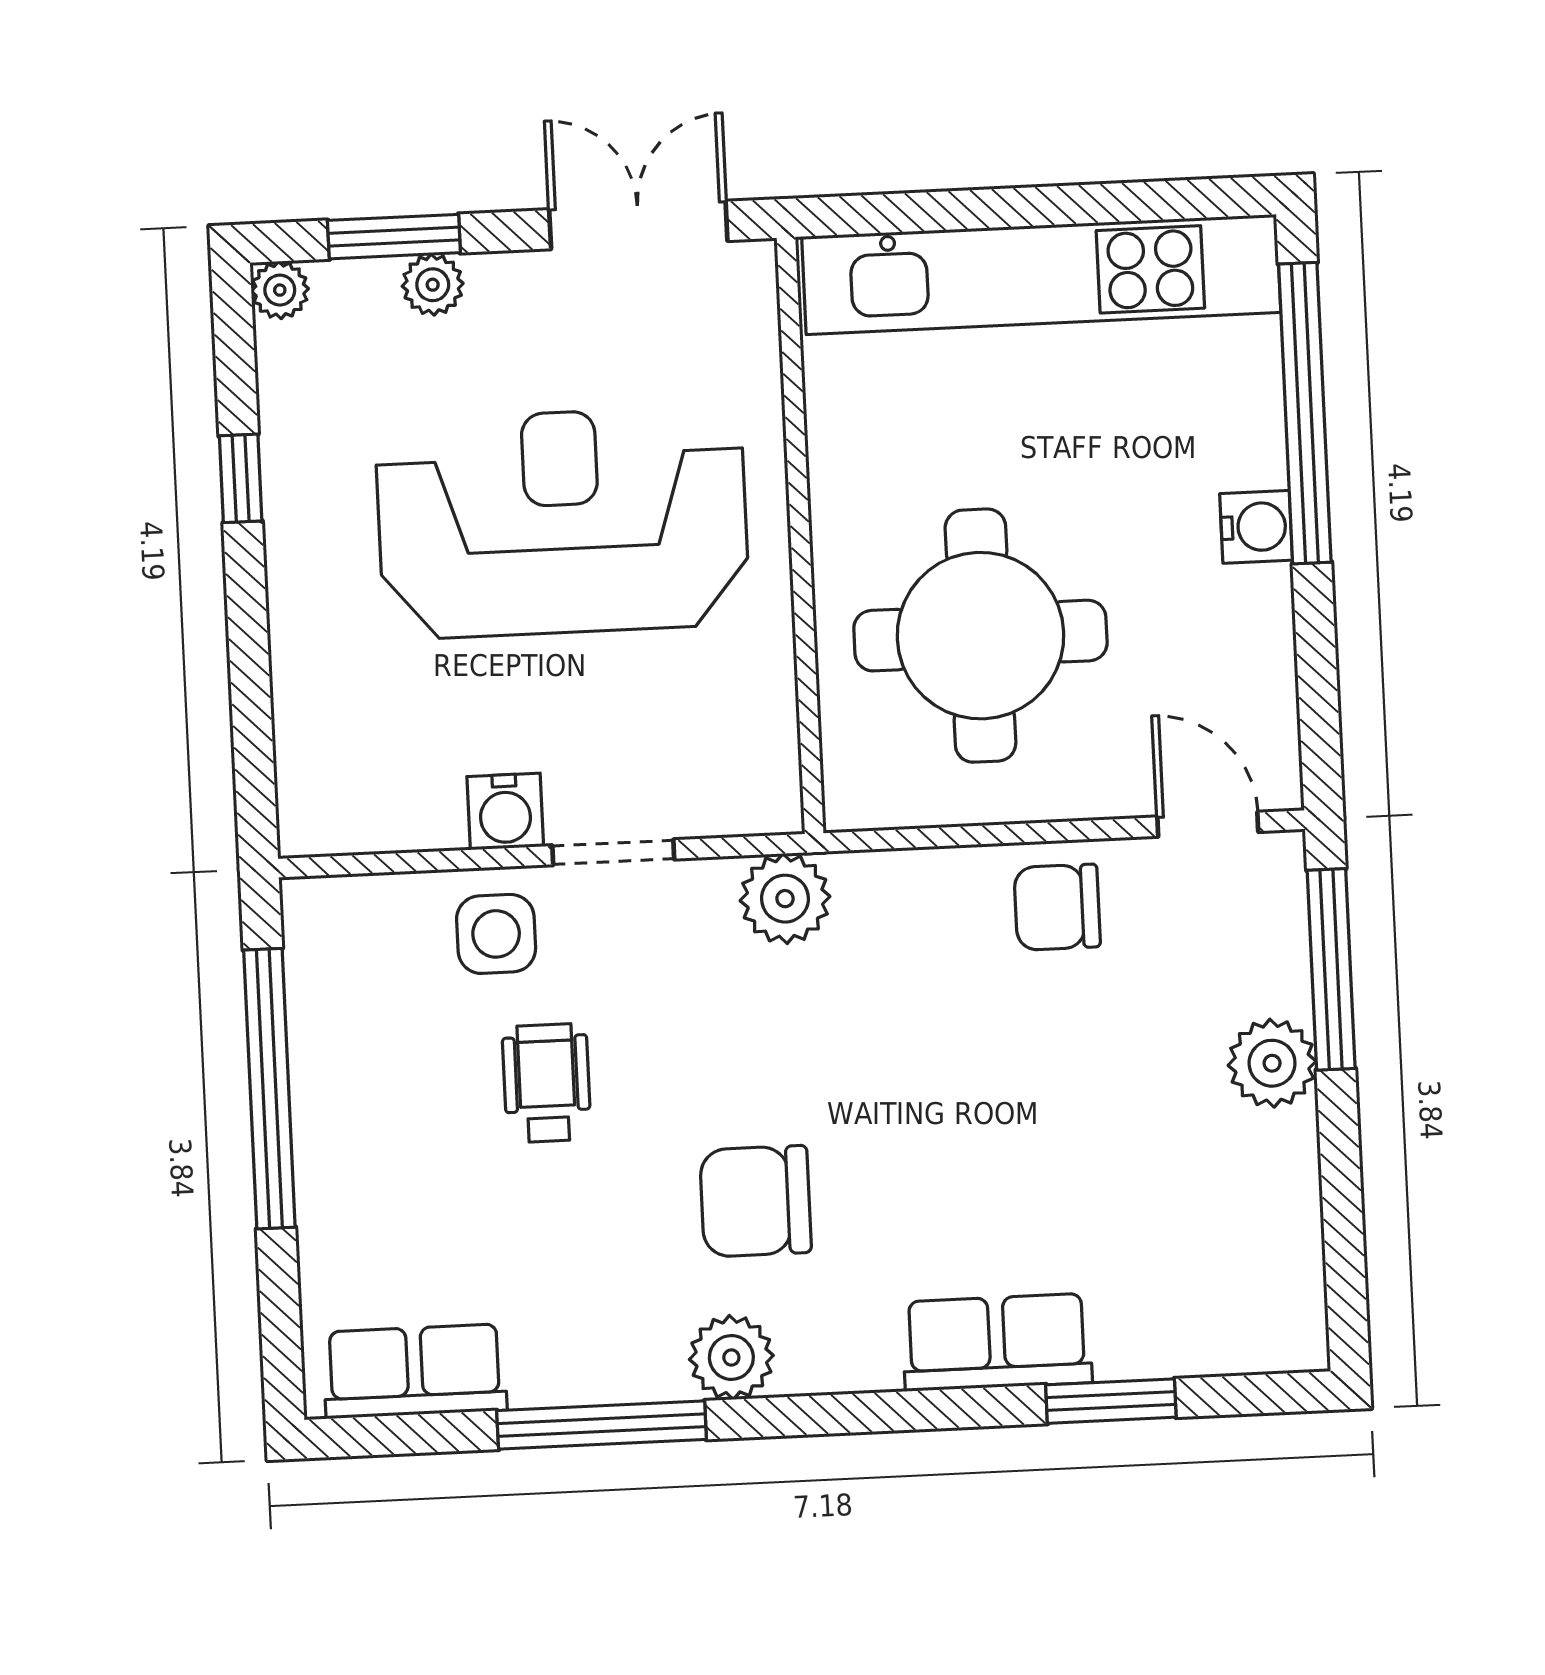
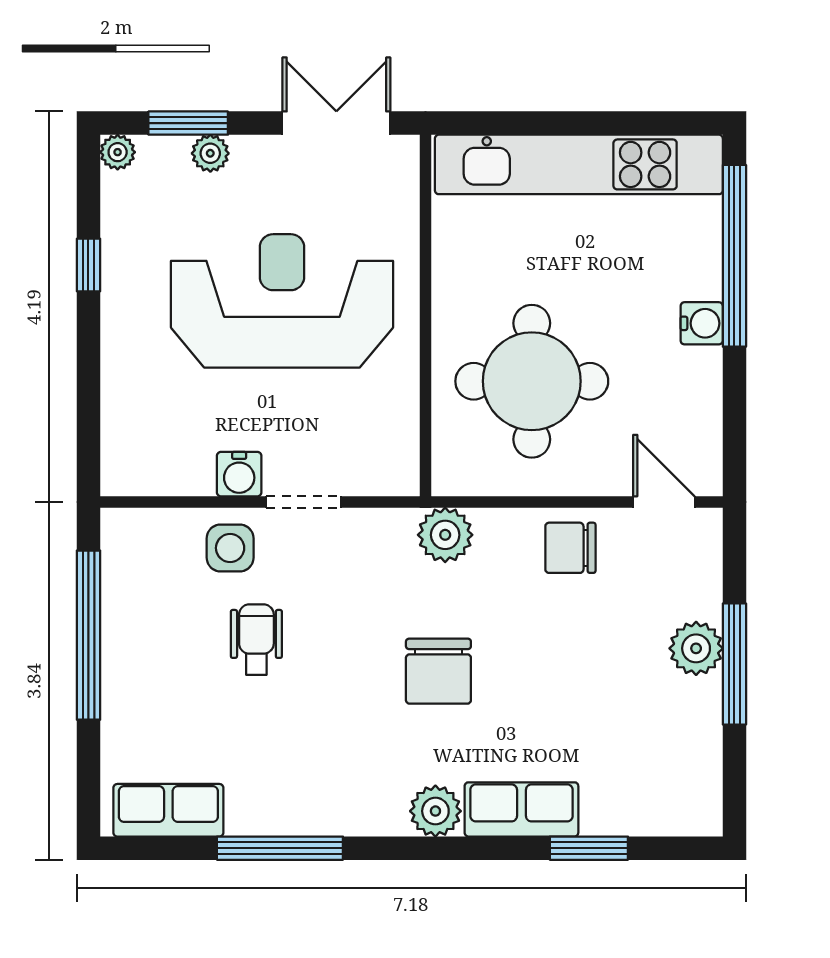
plant: (785, 899) -> (445, 535), moved
window: (1331, 969) -> (734, 664), moved
chair: (756, 1201) -> (438, 671), moved, turned -90
plant: (731, 1357) -> (435, 811), moved

